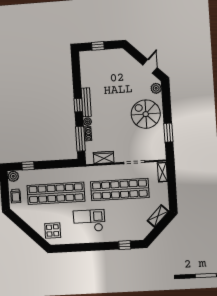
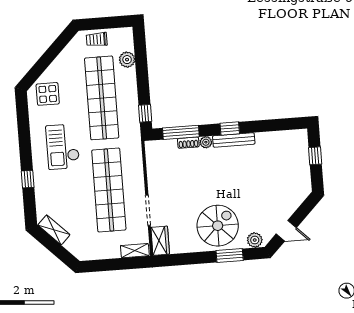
window: (168, 133) -> (230, 255), moved
wardrobe: (104, 157) -> (160, 241), moved
window: (28, 166) -> (145, 113), moved
plant: (13, 176) -> (127, 60), moved
shelving: (158, 216) -> (54, 230), moved
checkout: (89, 221) -> (63, 147), turned 180
window: (125, 245) -> (28, 179), moved

